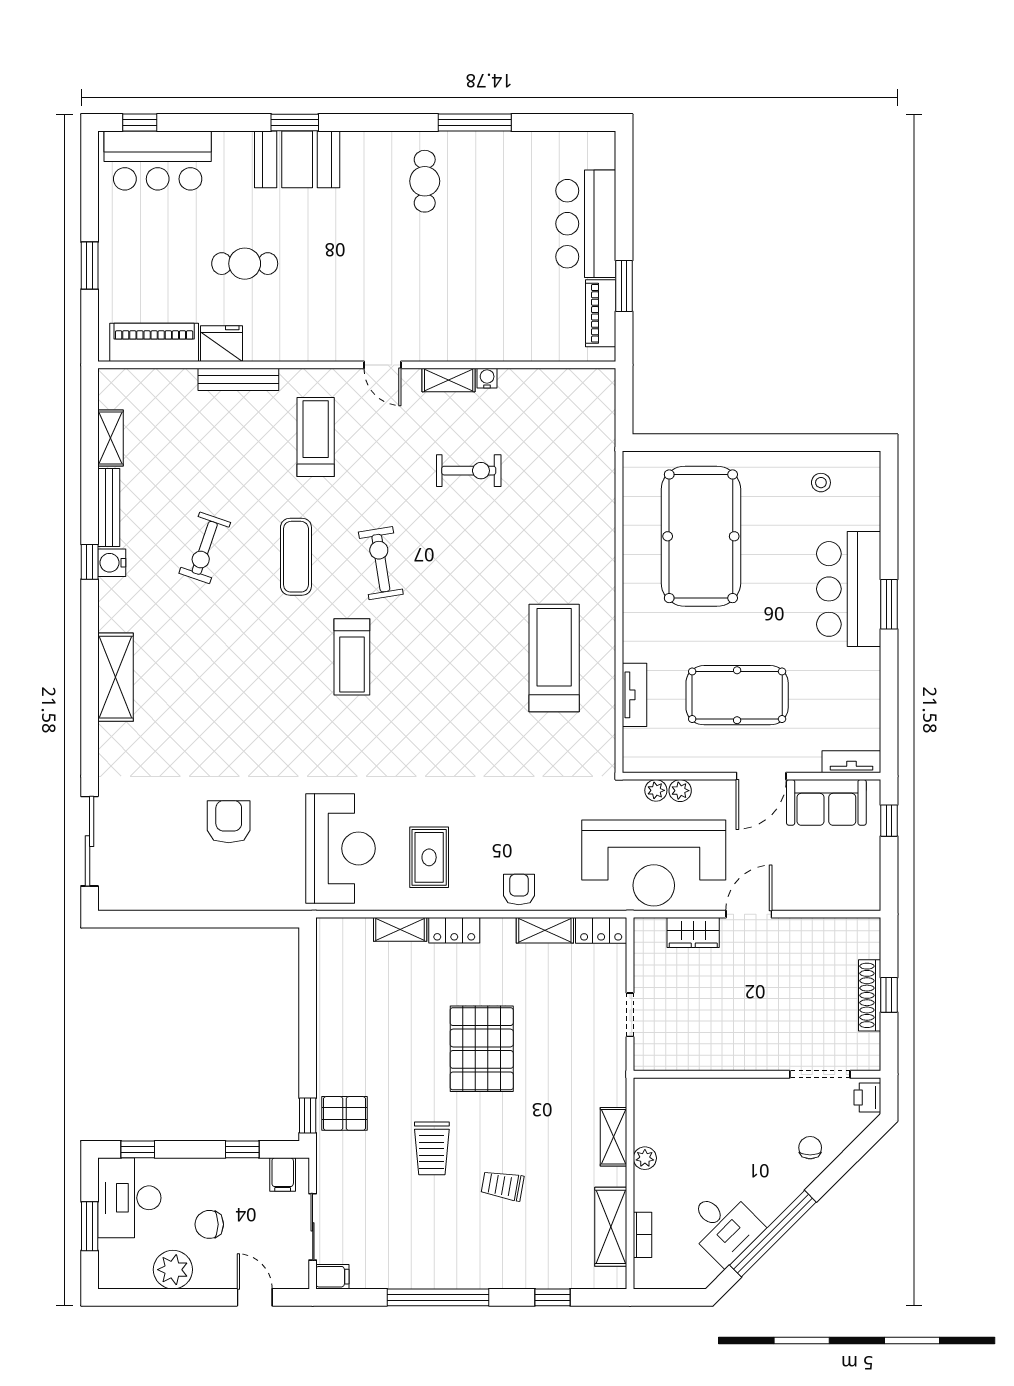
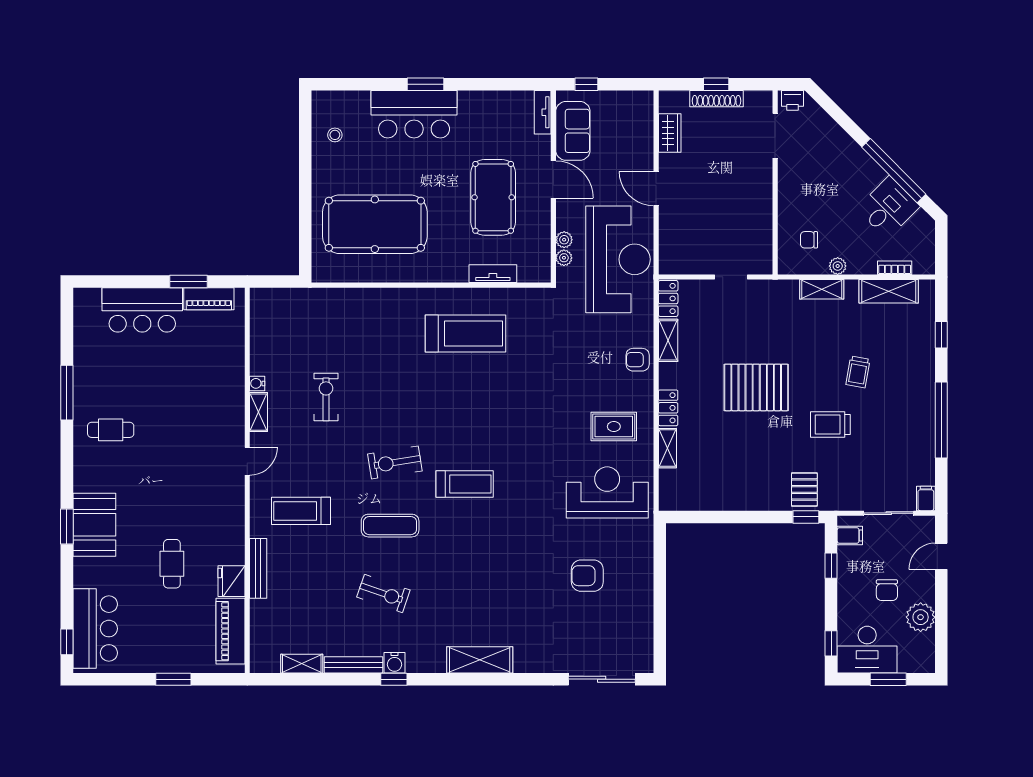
treadmill: (554, 658) -> (465, 333), turned 180
wardrobe: (693, 933) -> (670, 133), moved
trolley: (432, 1148) -> (830, 424), turned 180
chair: (810, 1148) -> (809, 240), moved

